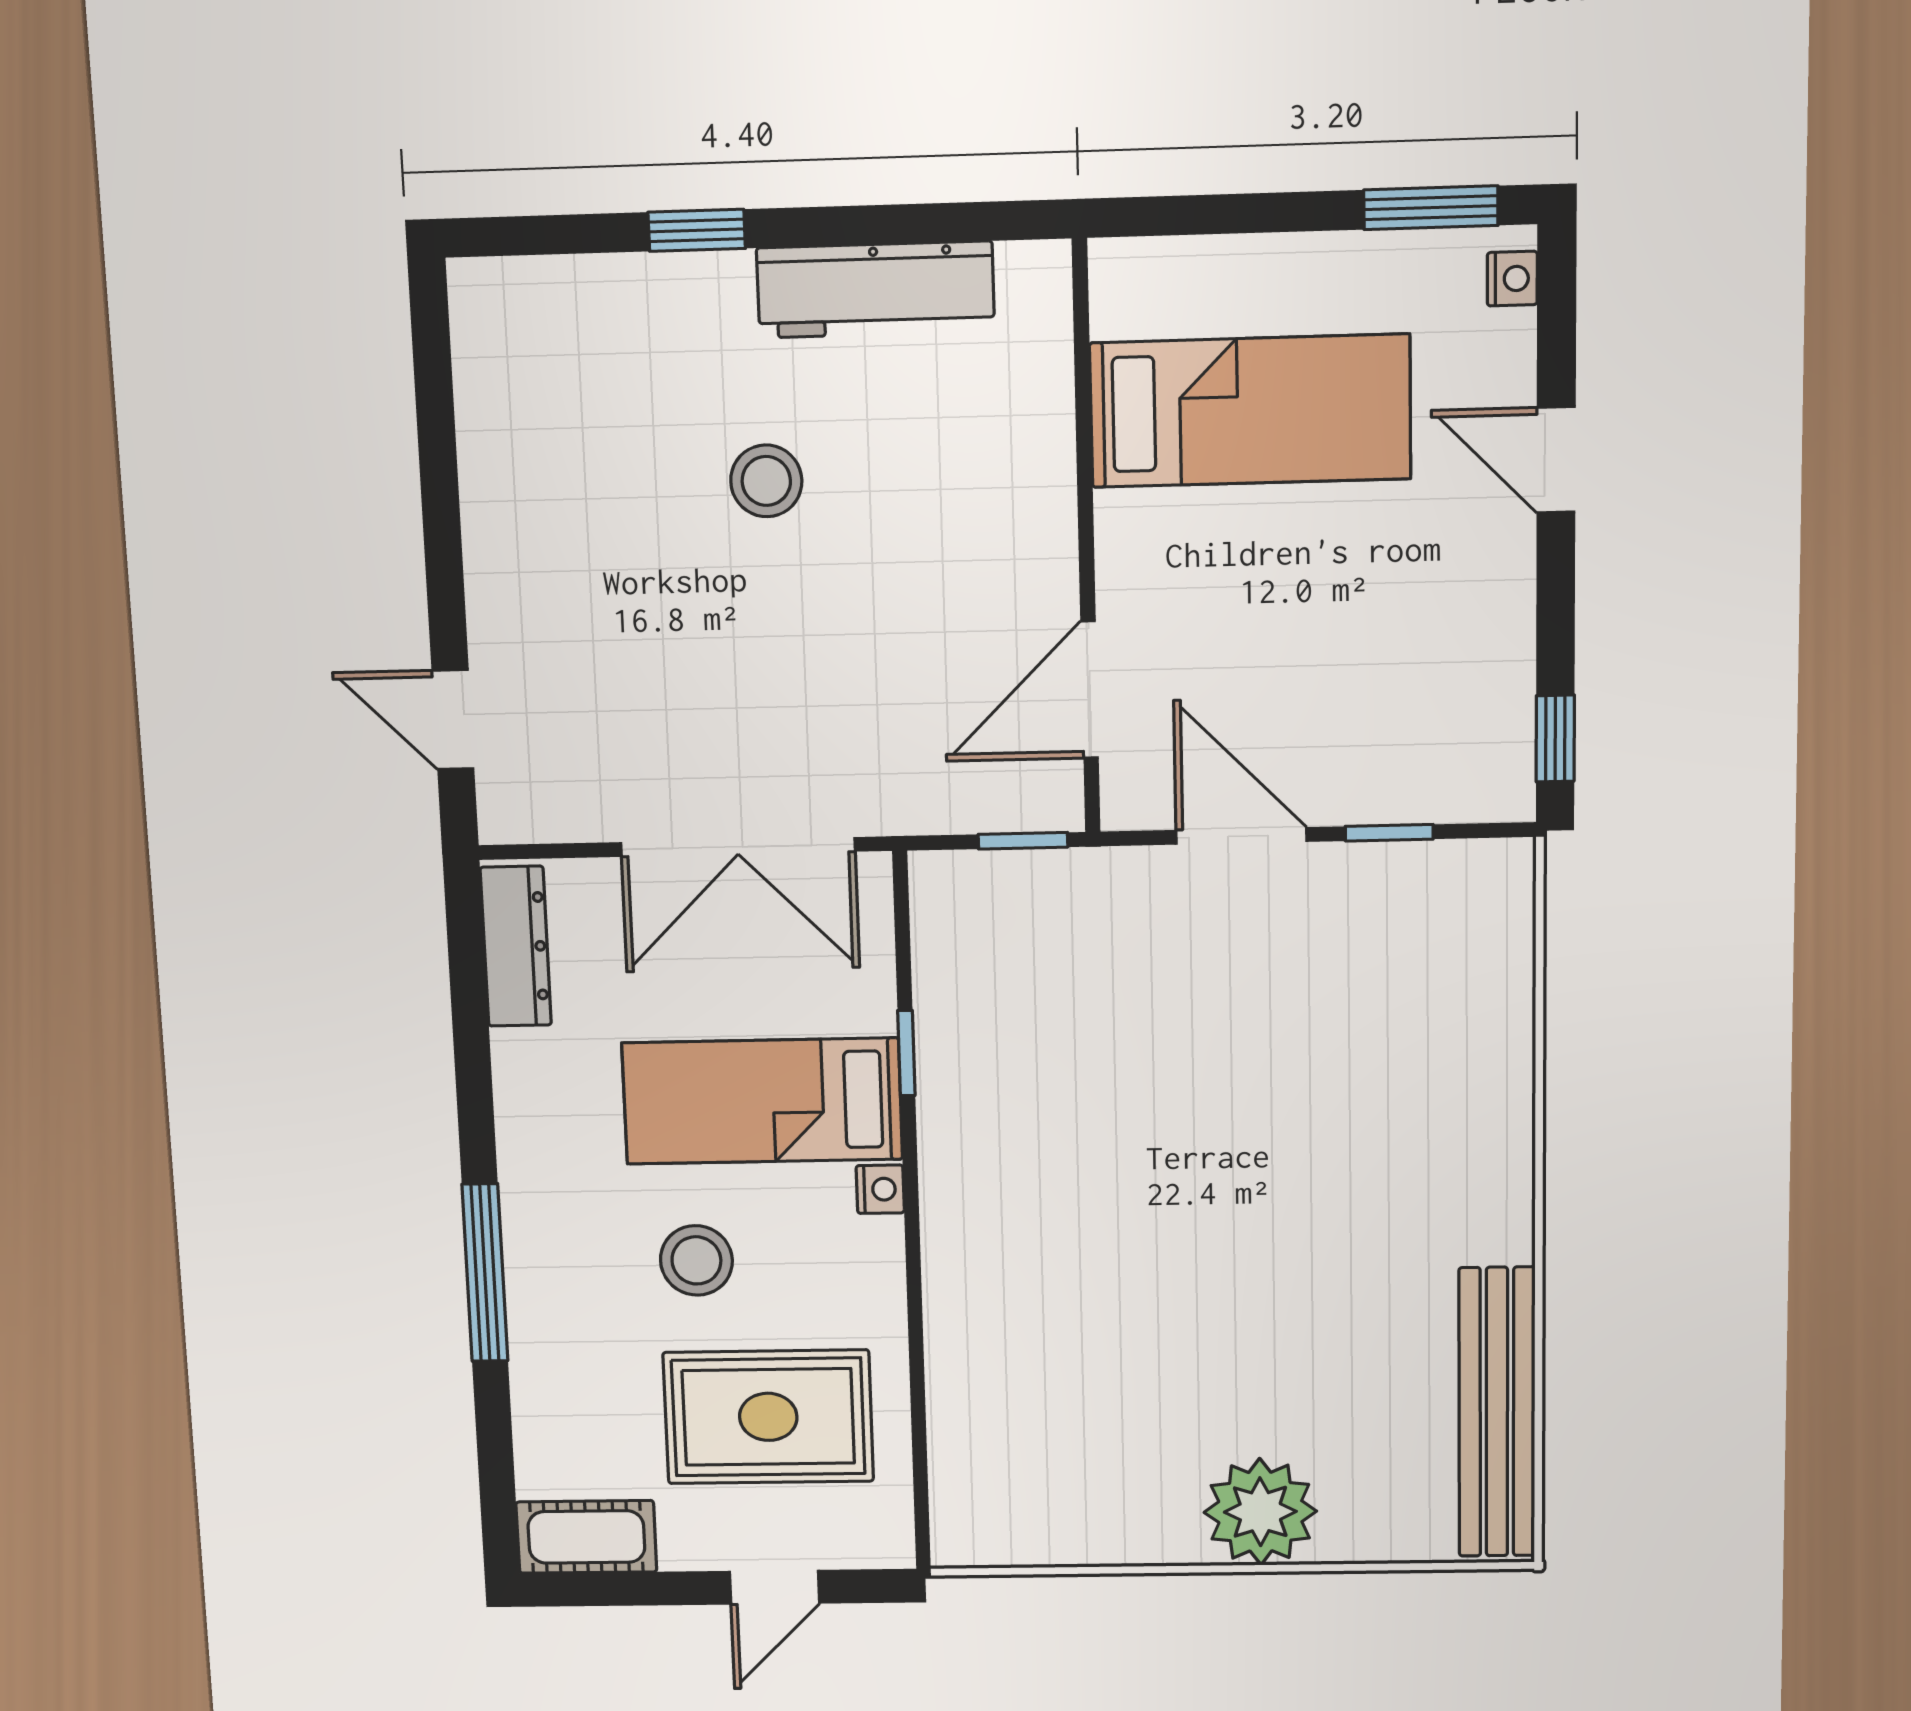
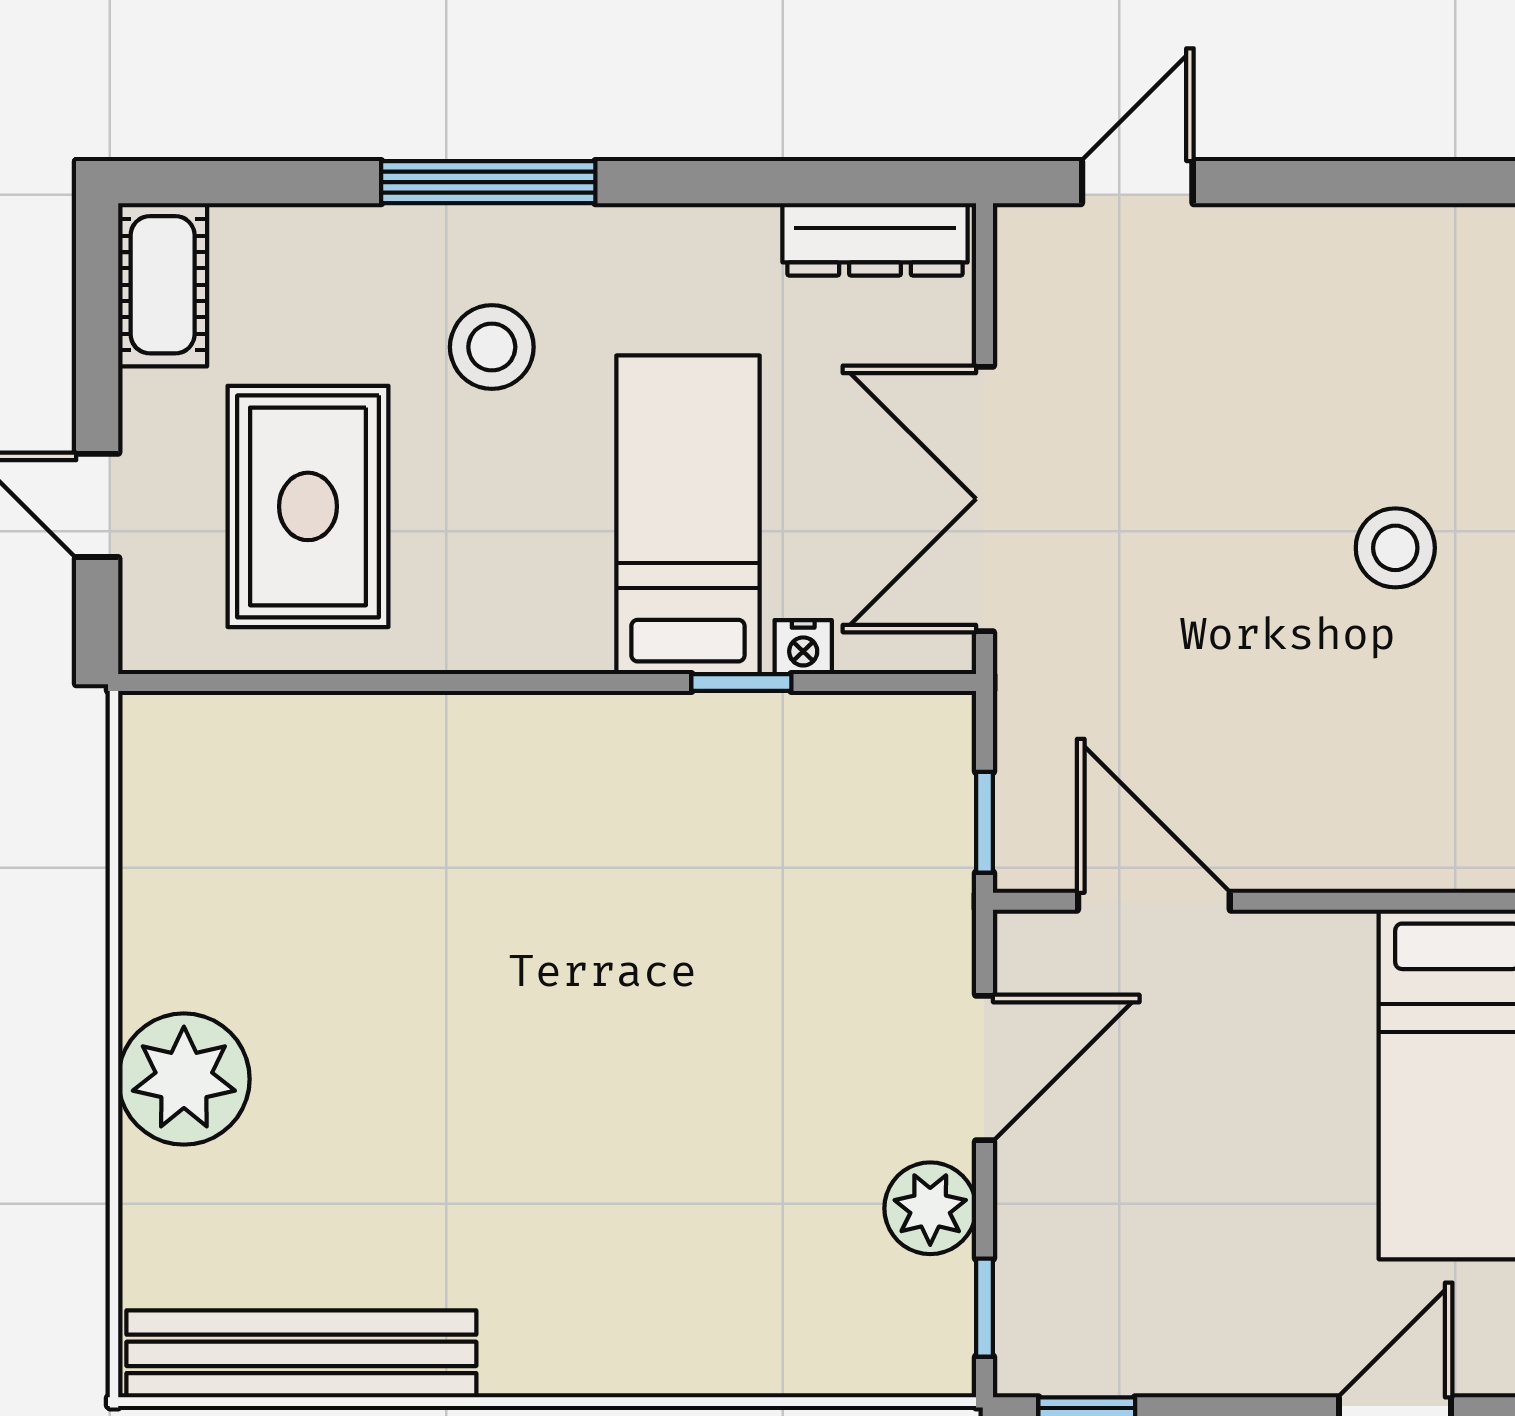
window: (1389, 833) -> (984, 1308), moved
plant: (1367, 881) -> (930, 1208), added
nightstand: (880, 1189) -> (803, 647), moved
stool: (696, 1260) -> (492, 347), moved

